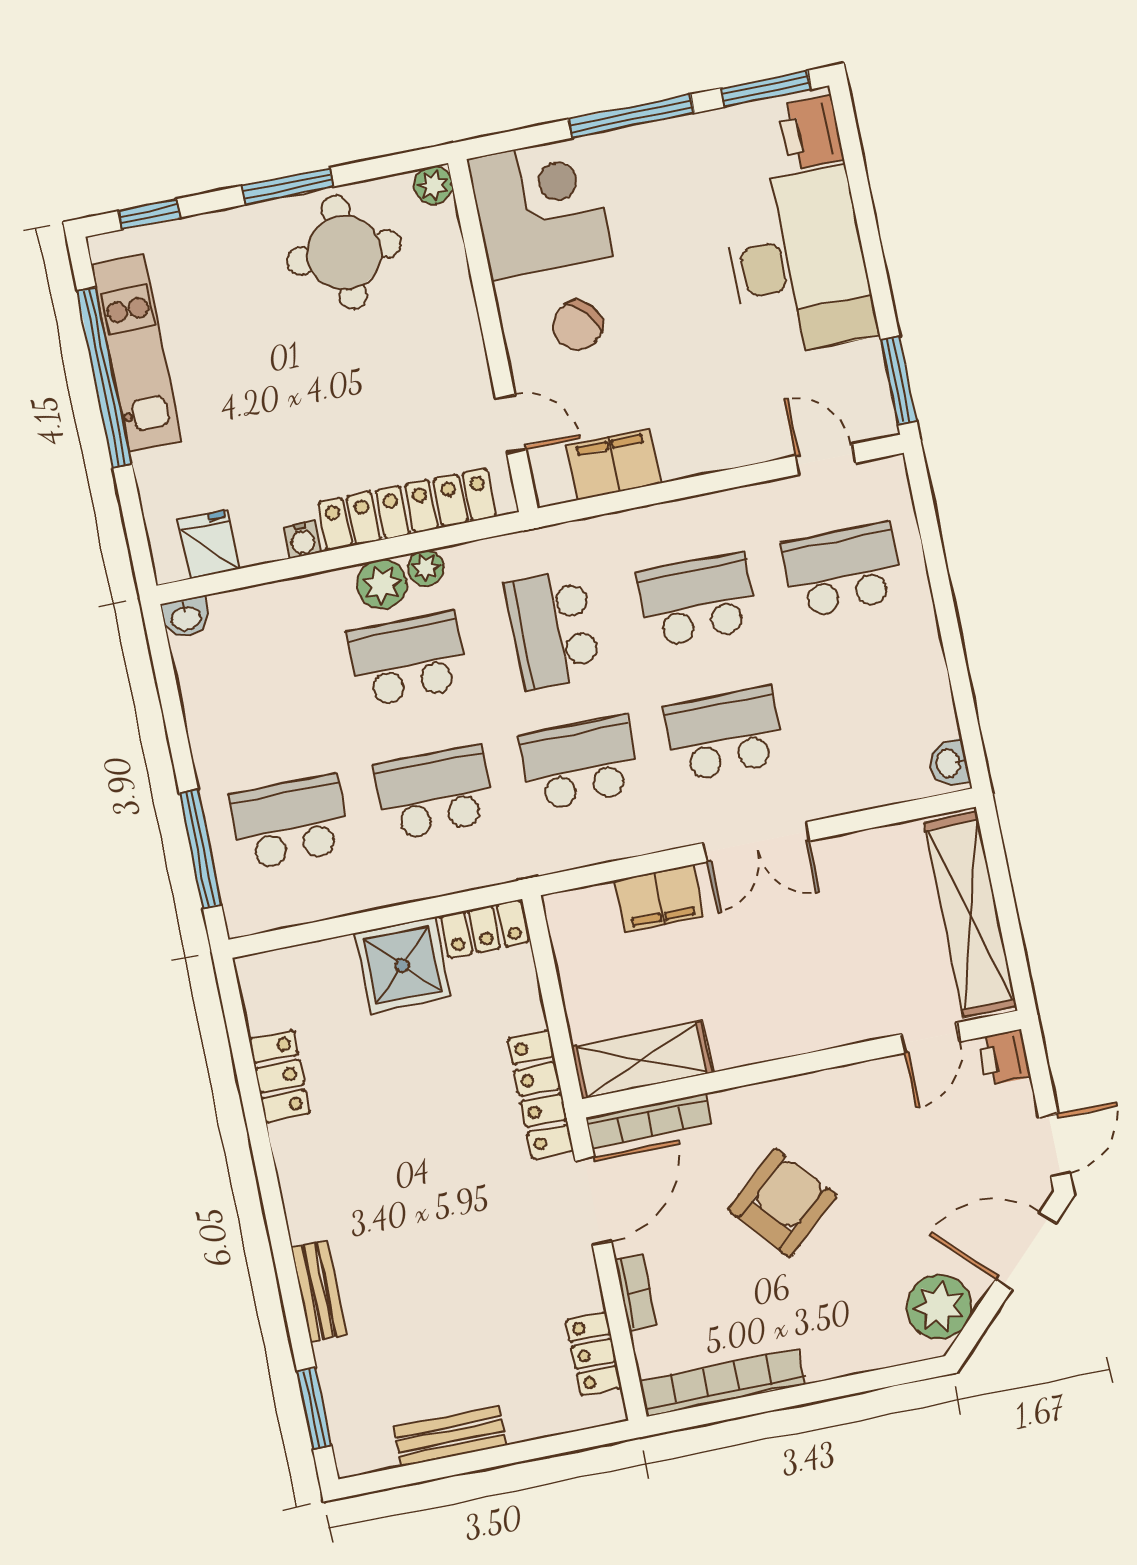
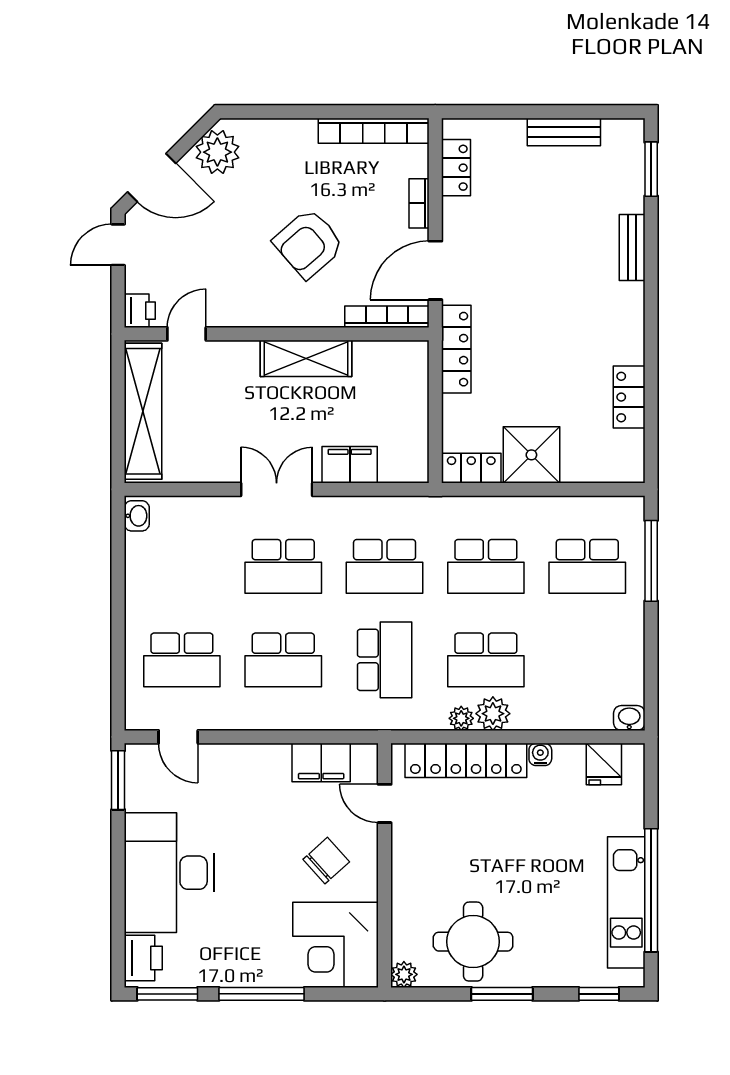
shelving: (642, 1060) -> (306, 358), moved

